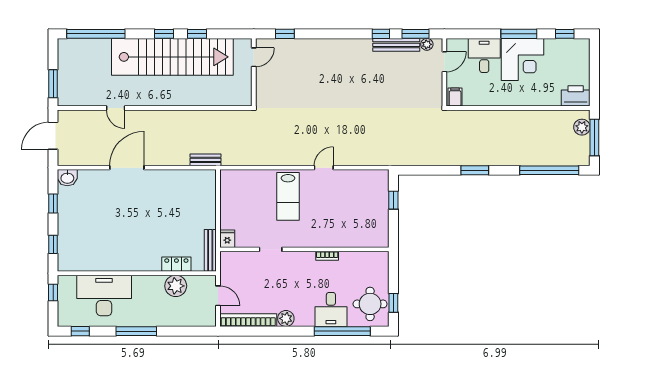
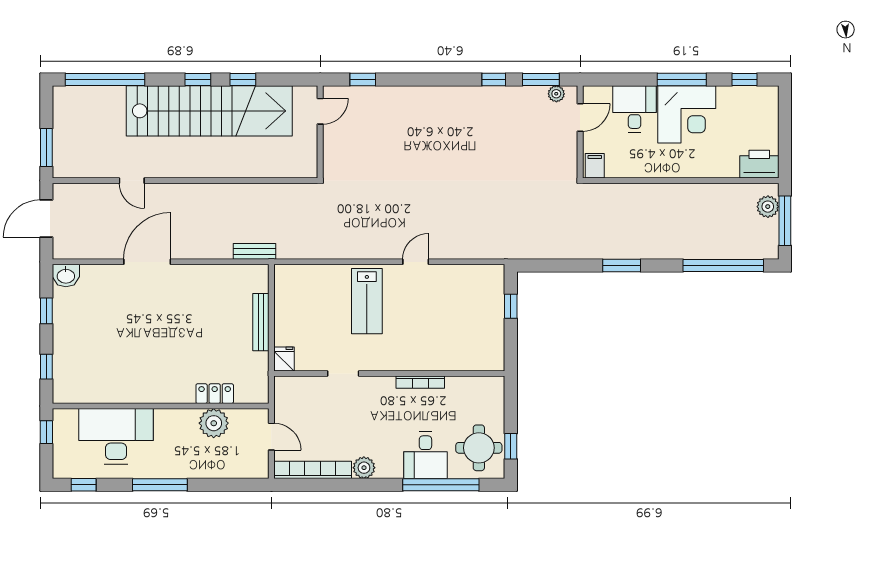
bench: (396, 45) -> (514, 94), removed
bench: (210, 250) -> (261, 322), moved
bookcase: (327, 256) -> (420, 382), width x1.56

